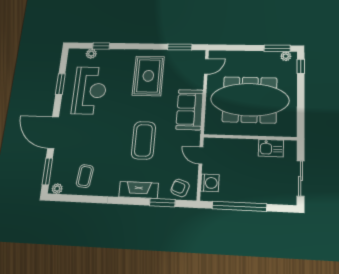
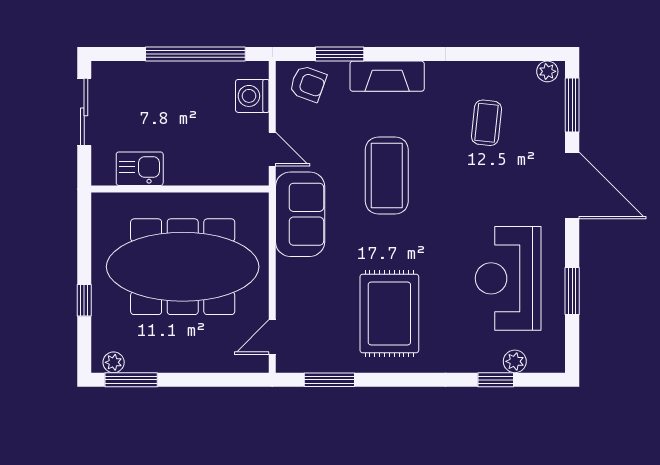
window: (301, 66) -> (84, 300), moved
sofa: (190, 110) -> (300, 214), moved
coffee table: (85, 176) -> (487, 123), moved

